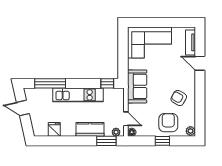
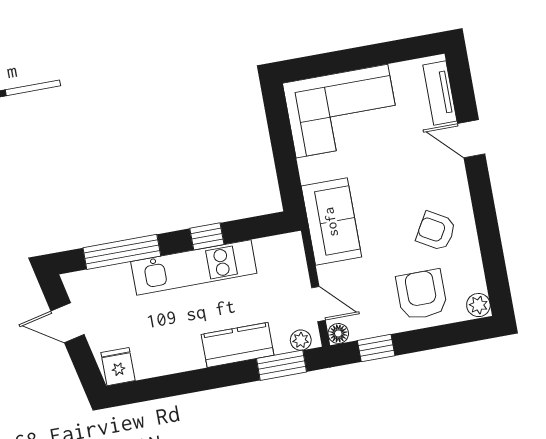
window: (107, 83) -> (207, 236), moved
fridge: (54, 129) -> (118, 367), moved
window: (162, 141) -> (376, 348), moved

